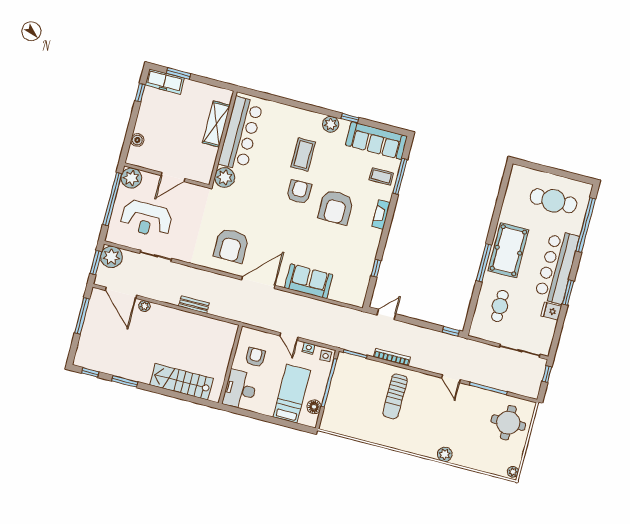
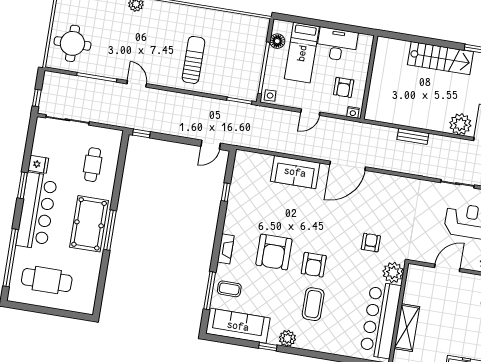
armchair: (336, 207) -> (274, 252), turned 180
armchair: (231, 246) -> (371, 243), moved, width x0.53, depth x0.53
window: (484, 263) -> (110, 230), moved
plant: (144, 306) -> (460, 124), width x1.88, depth x1.88
door: (289, 337) -> (310, 112), swing flipped
nightstand: (309, 348) -> (353, 112), moved
bookcase: (392, 357) -> (200, 101), removed
stairs: (181, 382) -> (440, 58), moved
desk: (240, 390) -> (337, 44), moved, turned -90

